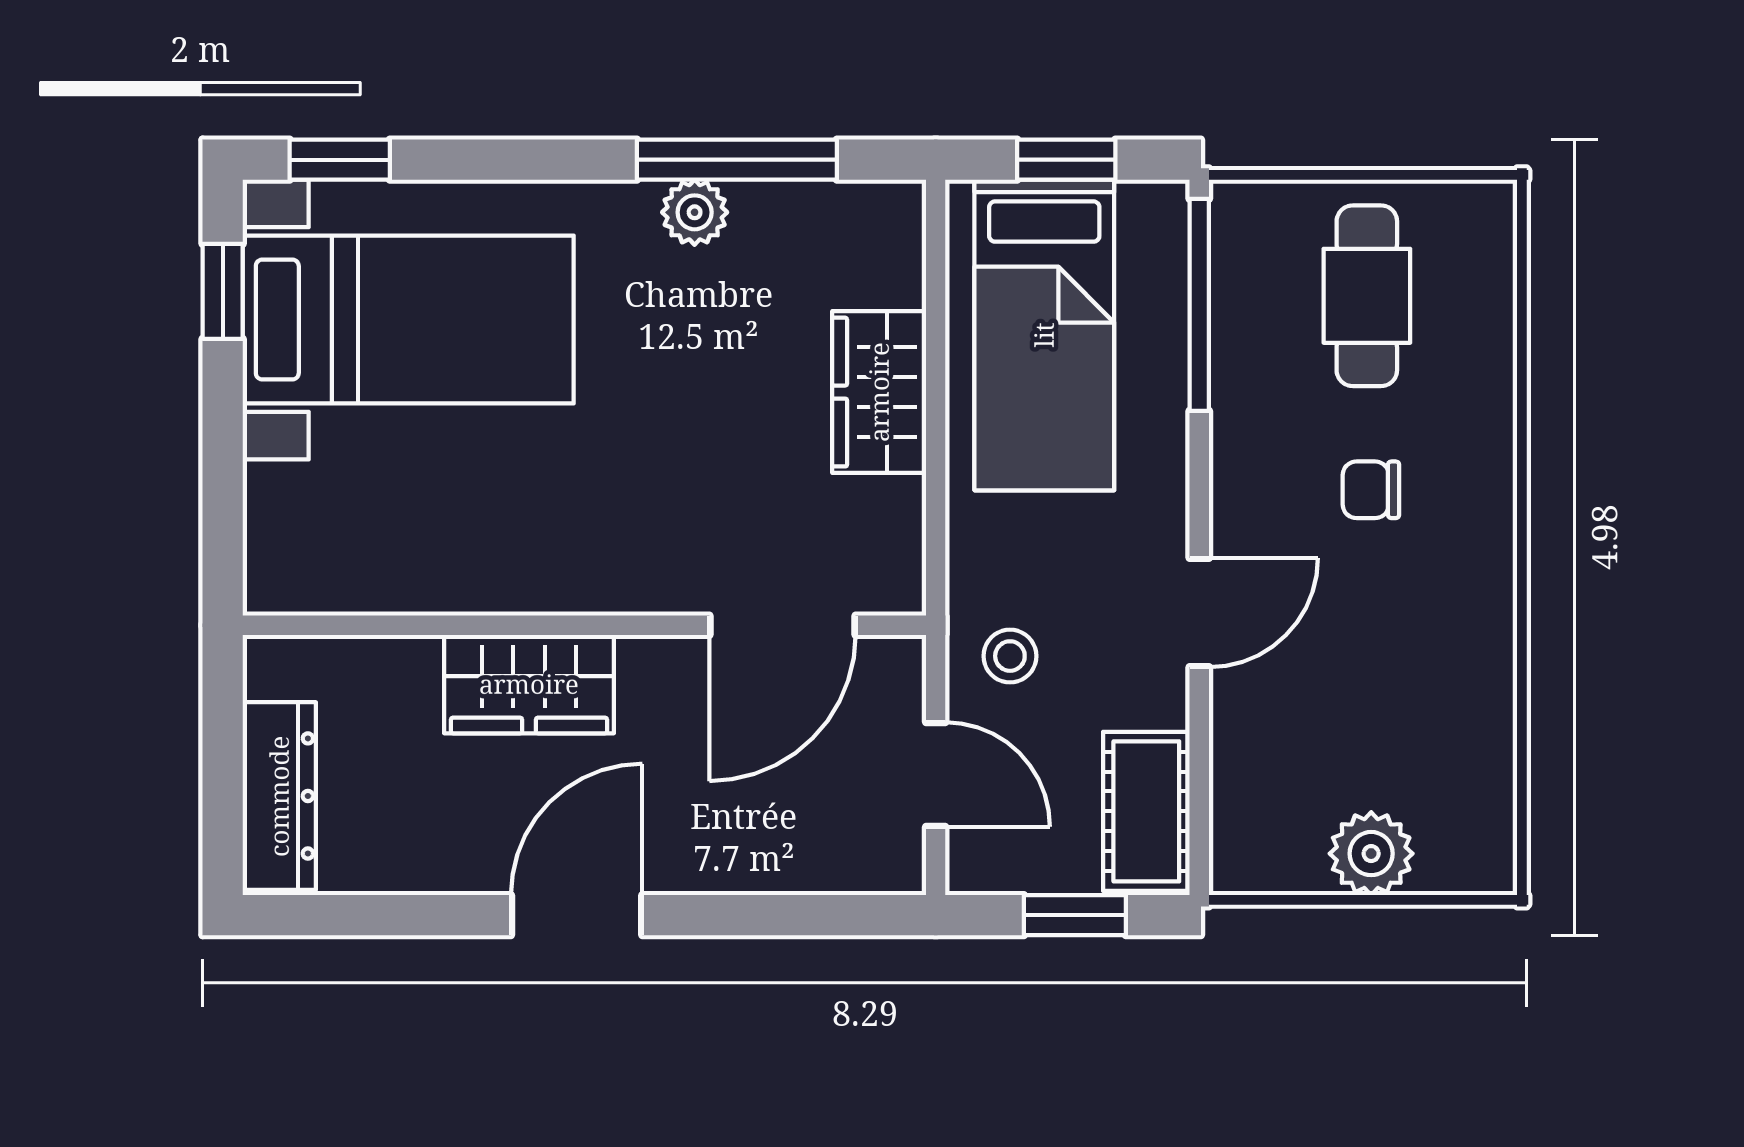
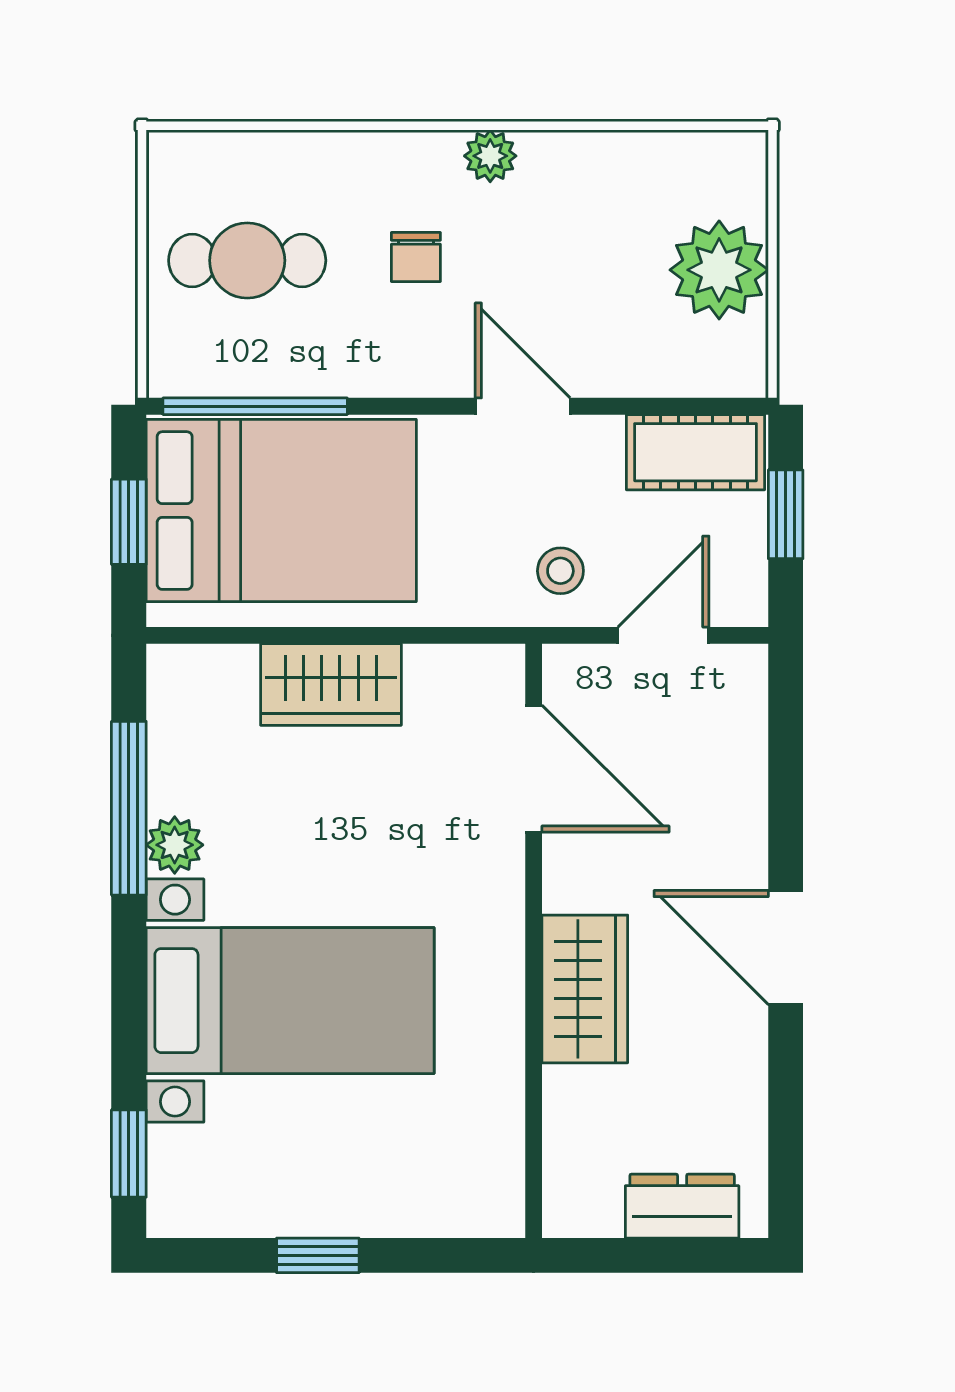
window: (223, 291) -> (318, 1255), moved
bed with nightstands: (408, 320) -> (290, 1001), moved, turned 90
bed: (1044, 335) -> (281, 511), width x1.50
plant: (1487, 575) -> (490, 156), added
dresser: (279, 796) -> (682, 1206), width x0.70
plant: (1371, 854) -> (719, 270), width x1.36, depth x1.36

